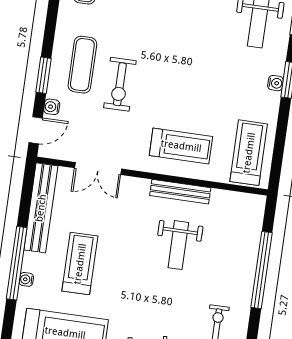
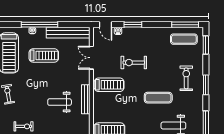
exercise mat: (82, 65) -> (158, 98), moved
treadmill: (181, 146) -> (109, 85), moved, turned -90

